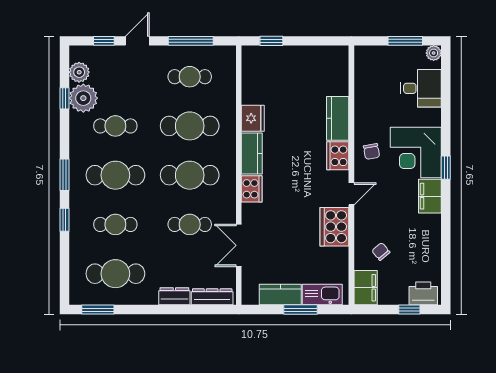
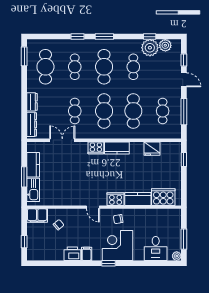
fridge: (253, 118) -> (152, 149), moved
filing cabinet: (430, 196) -> (87, 254), width x0.50
cooker: (334, 227) -> (163, 197), moved
printer: (423, 293) -> (72, 254), moved, turned -90

